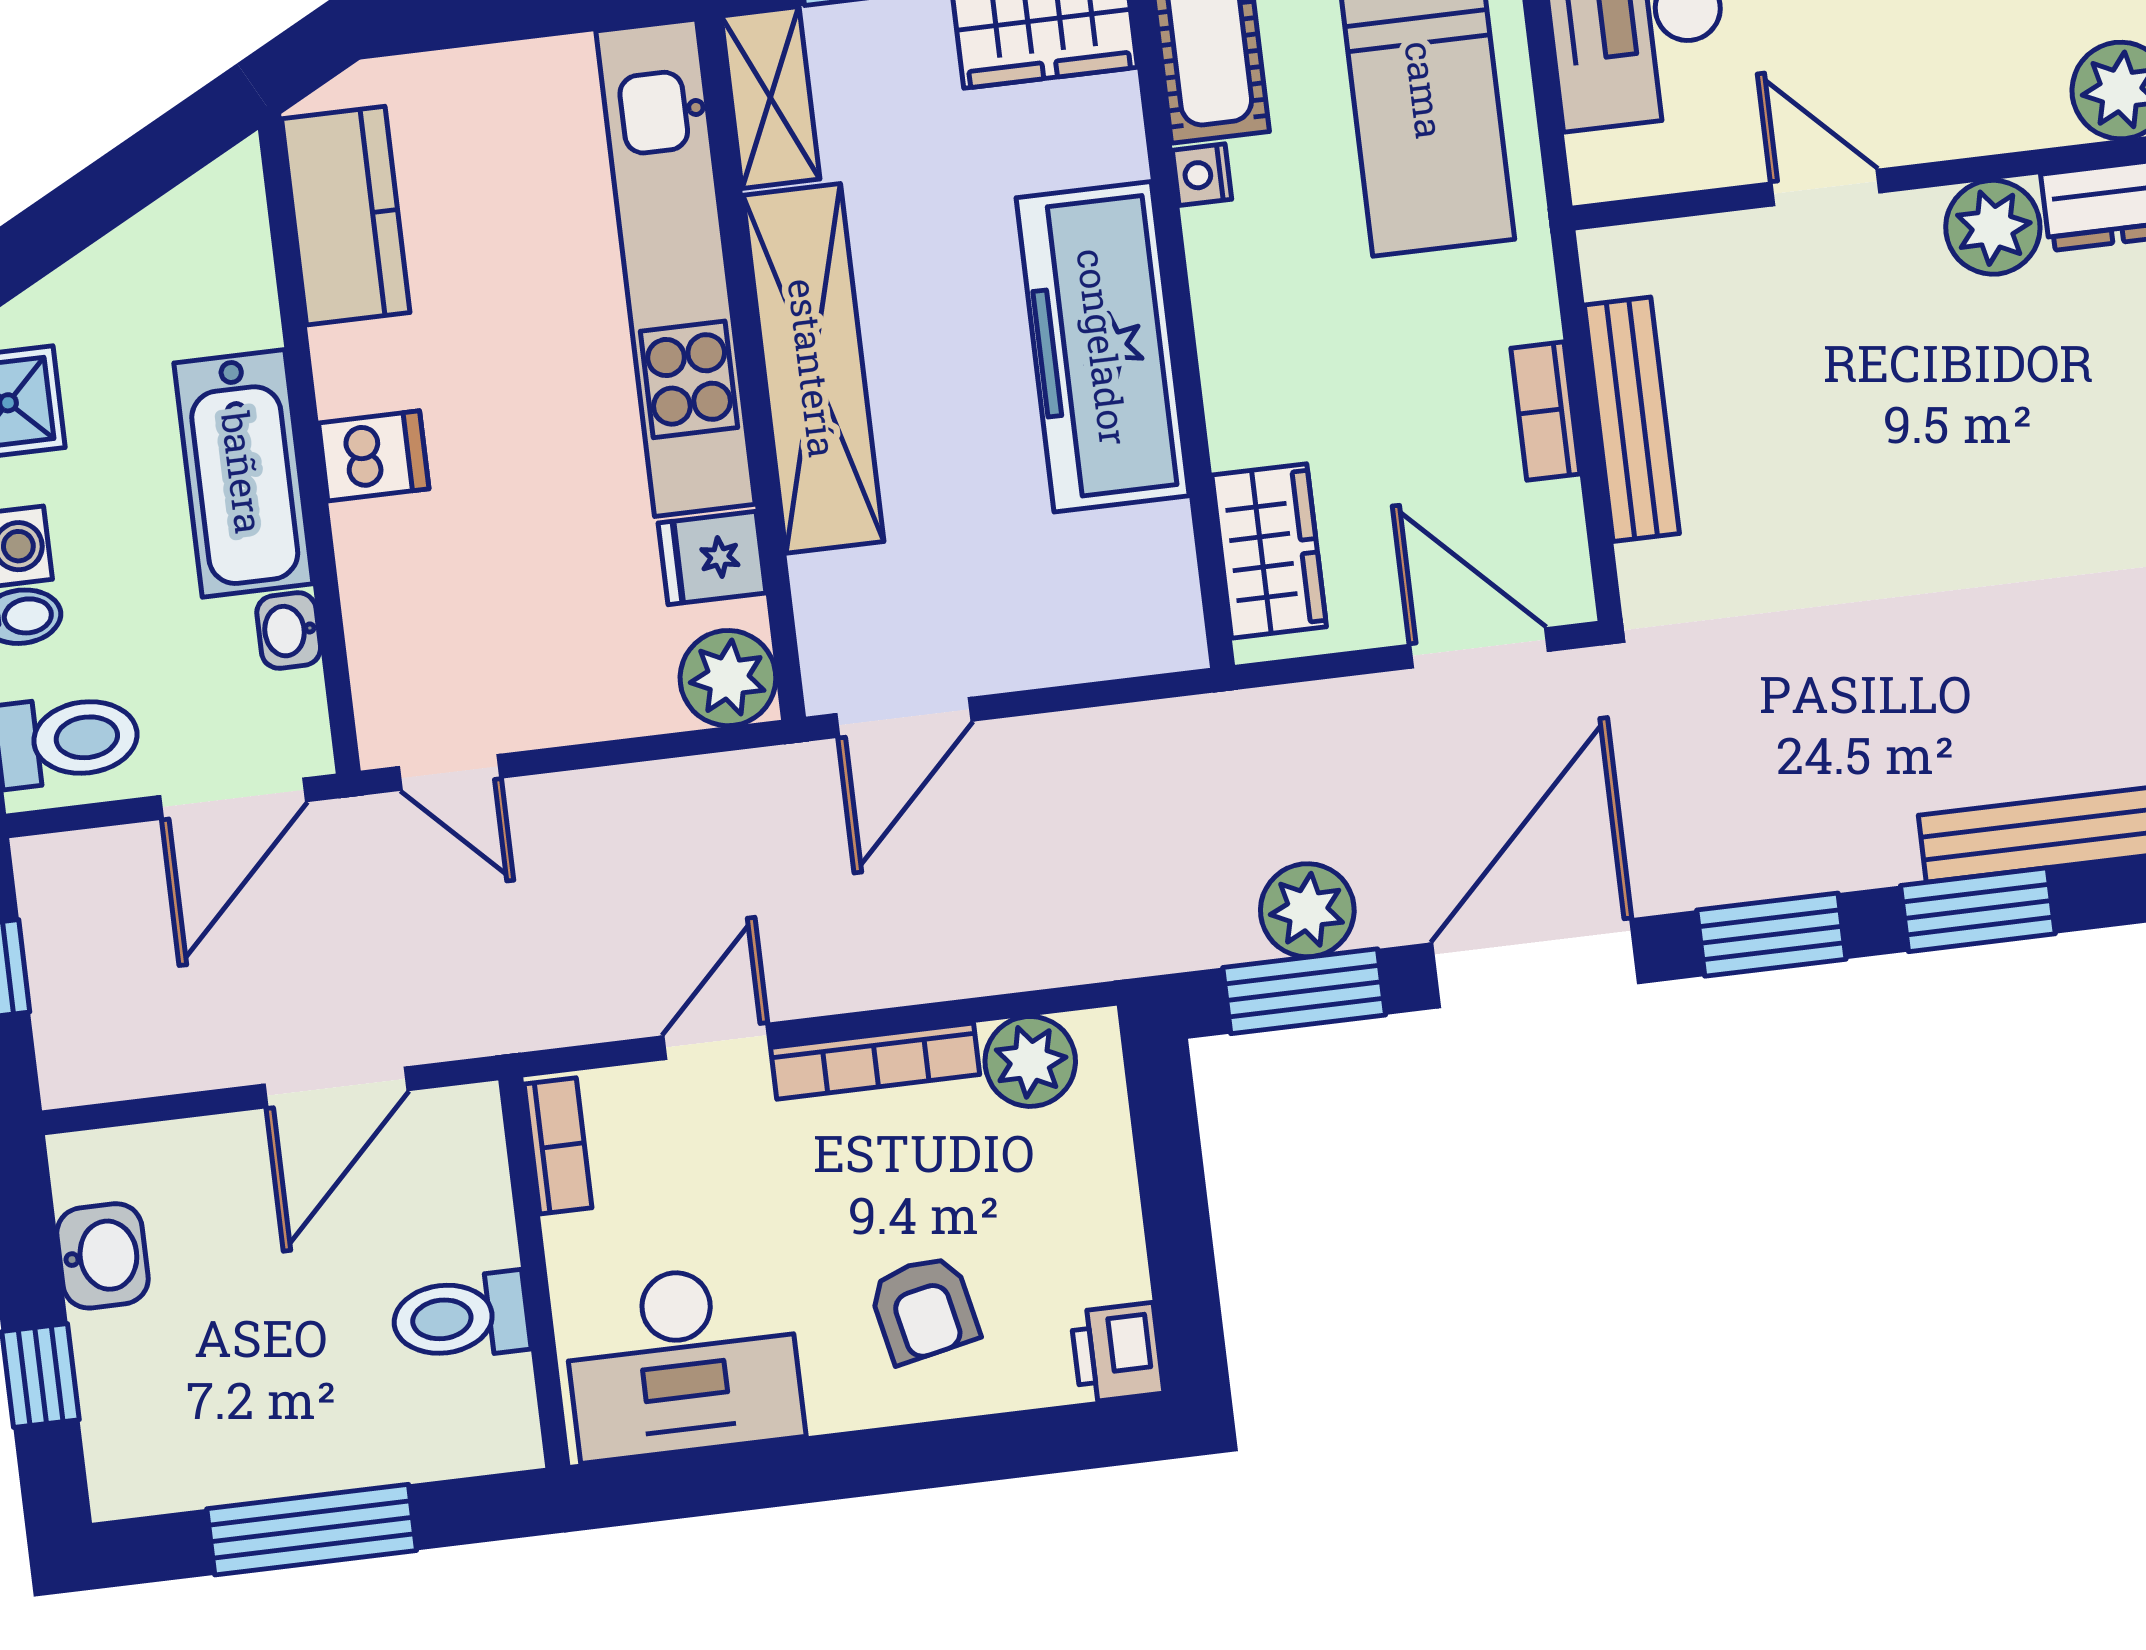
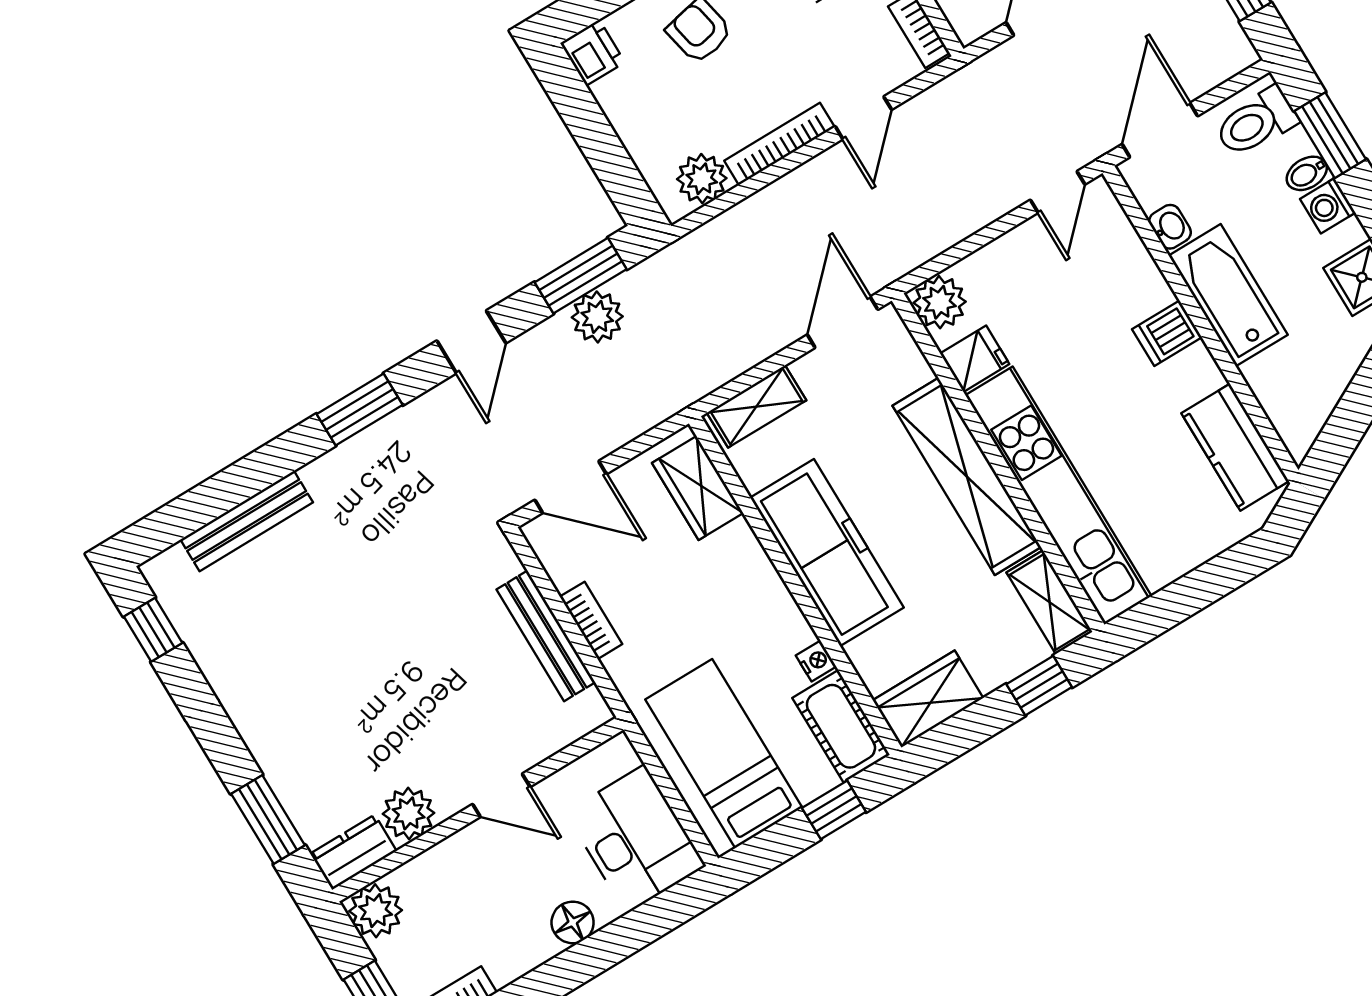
shelving: (1110, 642) -> (757, 406), added
door: (450, 772) -> (1058, 192), swing flipped
window: (1978, 910) -> (262, 469), removed
door: (1535, 963) -> (471, 342), width x0.53

